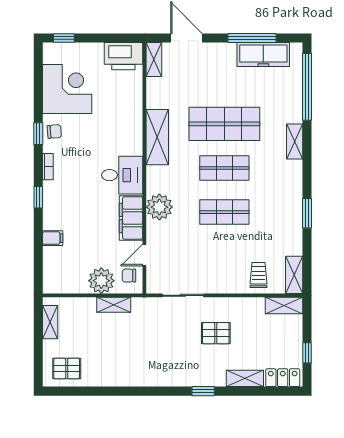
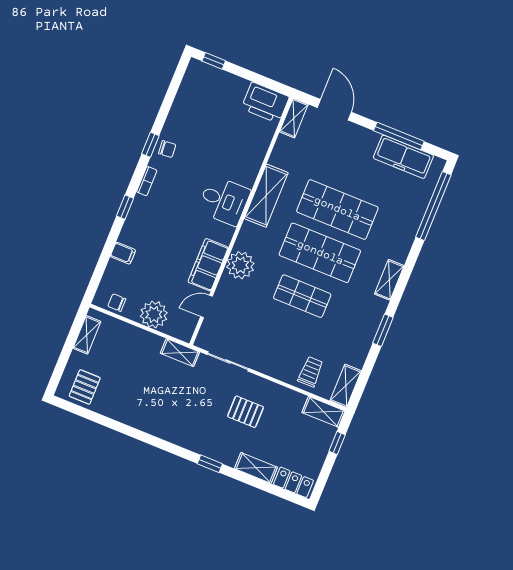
corner desk: (67, 89) -> (197, 112), removed
shelving: (295, 142) -> (389, 280), moved
shop shelf: (224, 168) -> (320, 253), width x1.43, depth x1.36
desk: (122, 175) -> (224, 201), moved
chair: (129, 276) -> (117, 303), moved
shelving: (114, 305) -> (180, 353), moved
window: (307, 353) -> (337, 443), moved
pallet: (67, 368) -> (85, 387), turned 90

